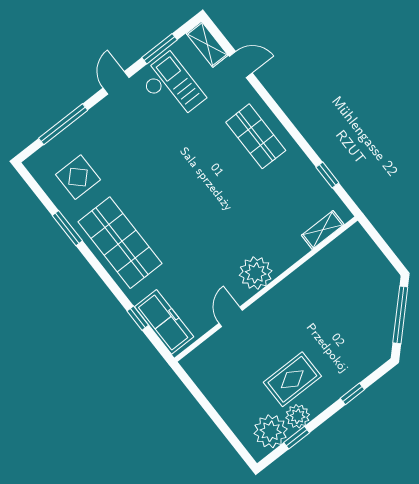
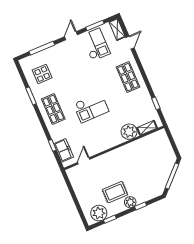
door: (241, 65) -> (130, 43), hinge flipped
checkout: (197, 219) -> (91, 108), added
shop shelf: (120, 243) -> (53, 109), width x0.70, depth x0.74
plant: (256, 273) -> (129, 132), moved
door: (231, 317) -> (84, 161), moved
freezer: (164, 322) -> (64, 150), width x0.71
plant: (298, 416) -> (130, 202), moved

